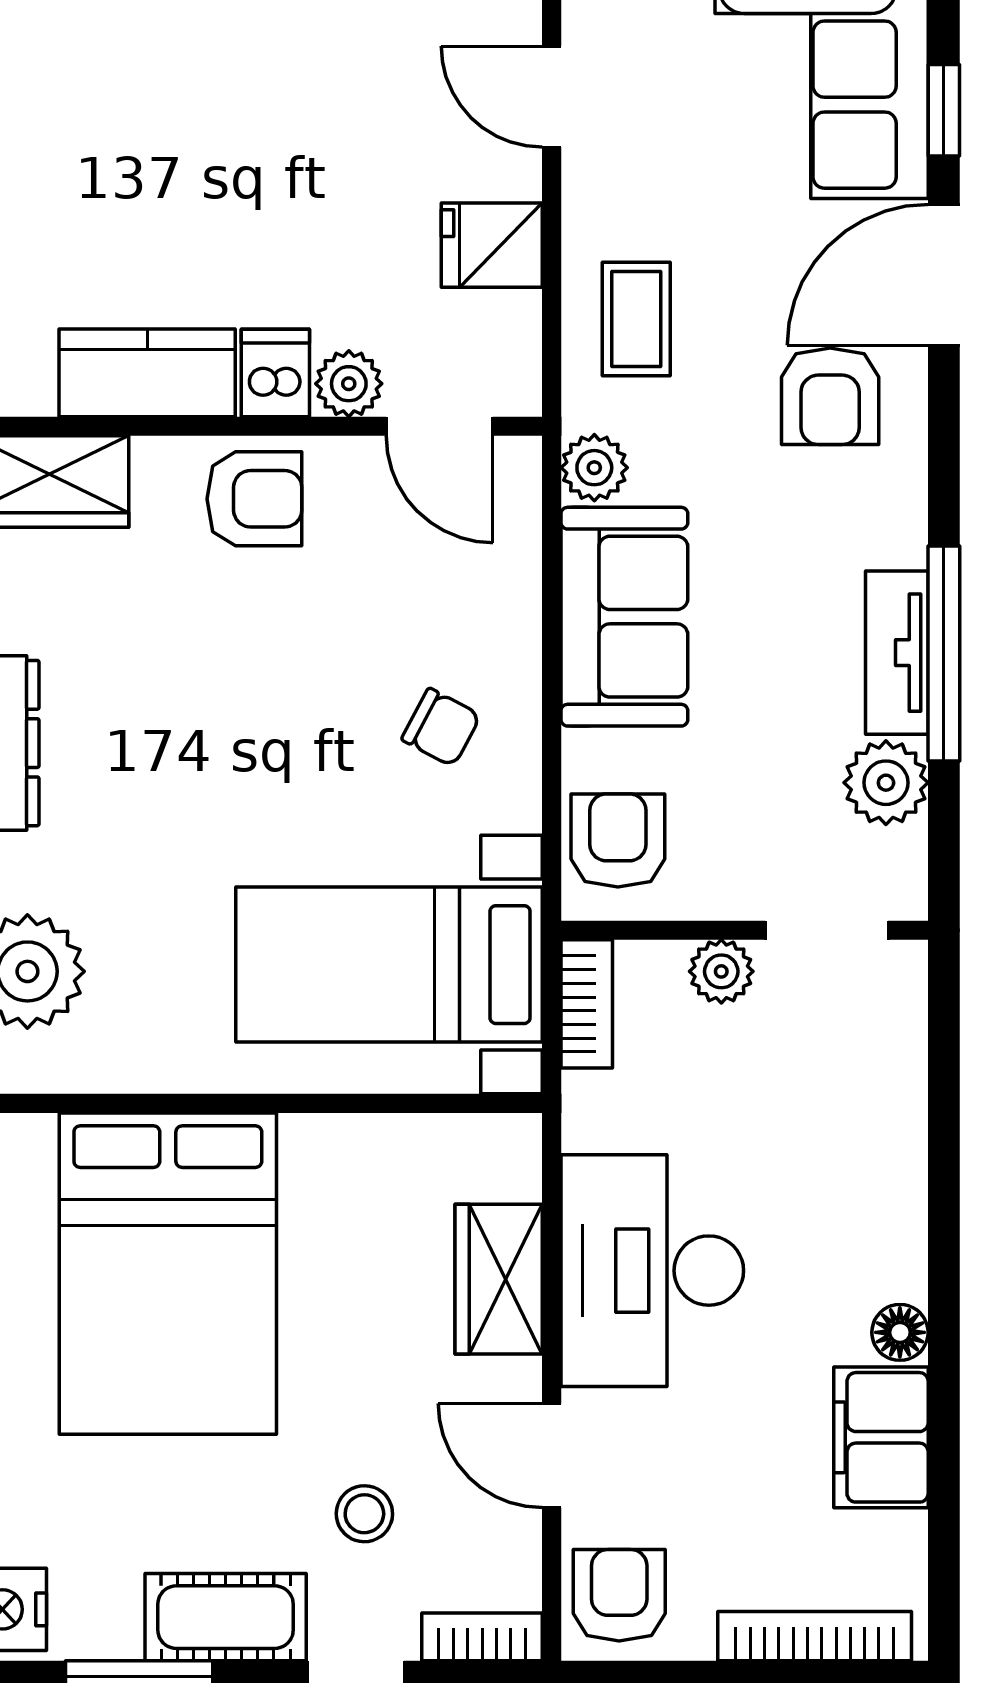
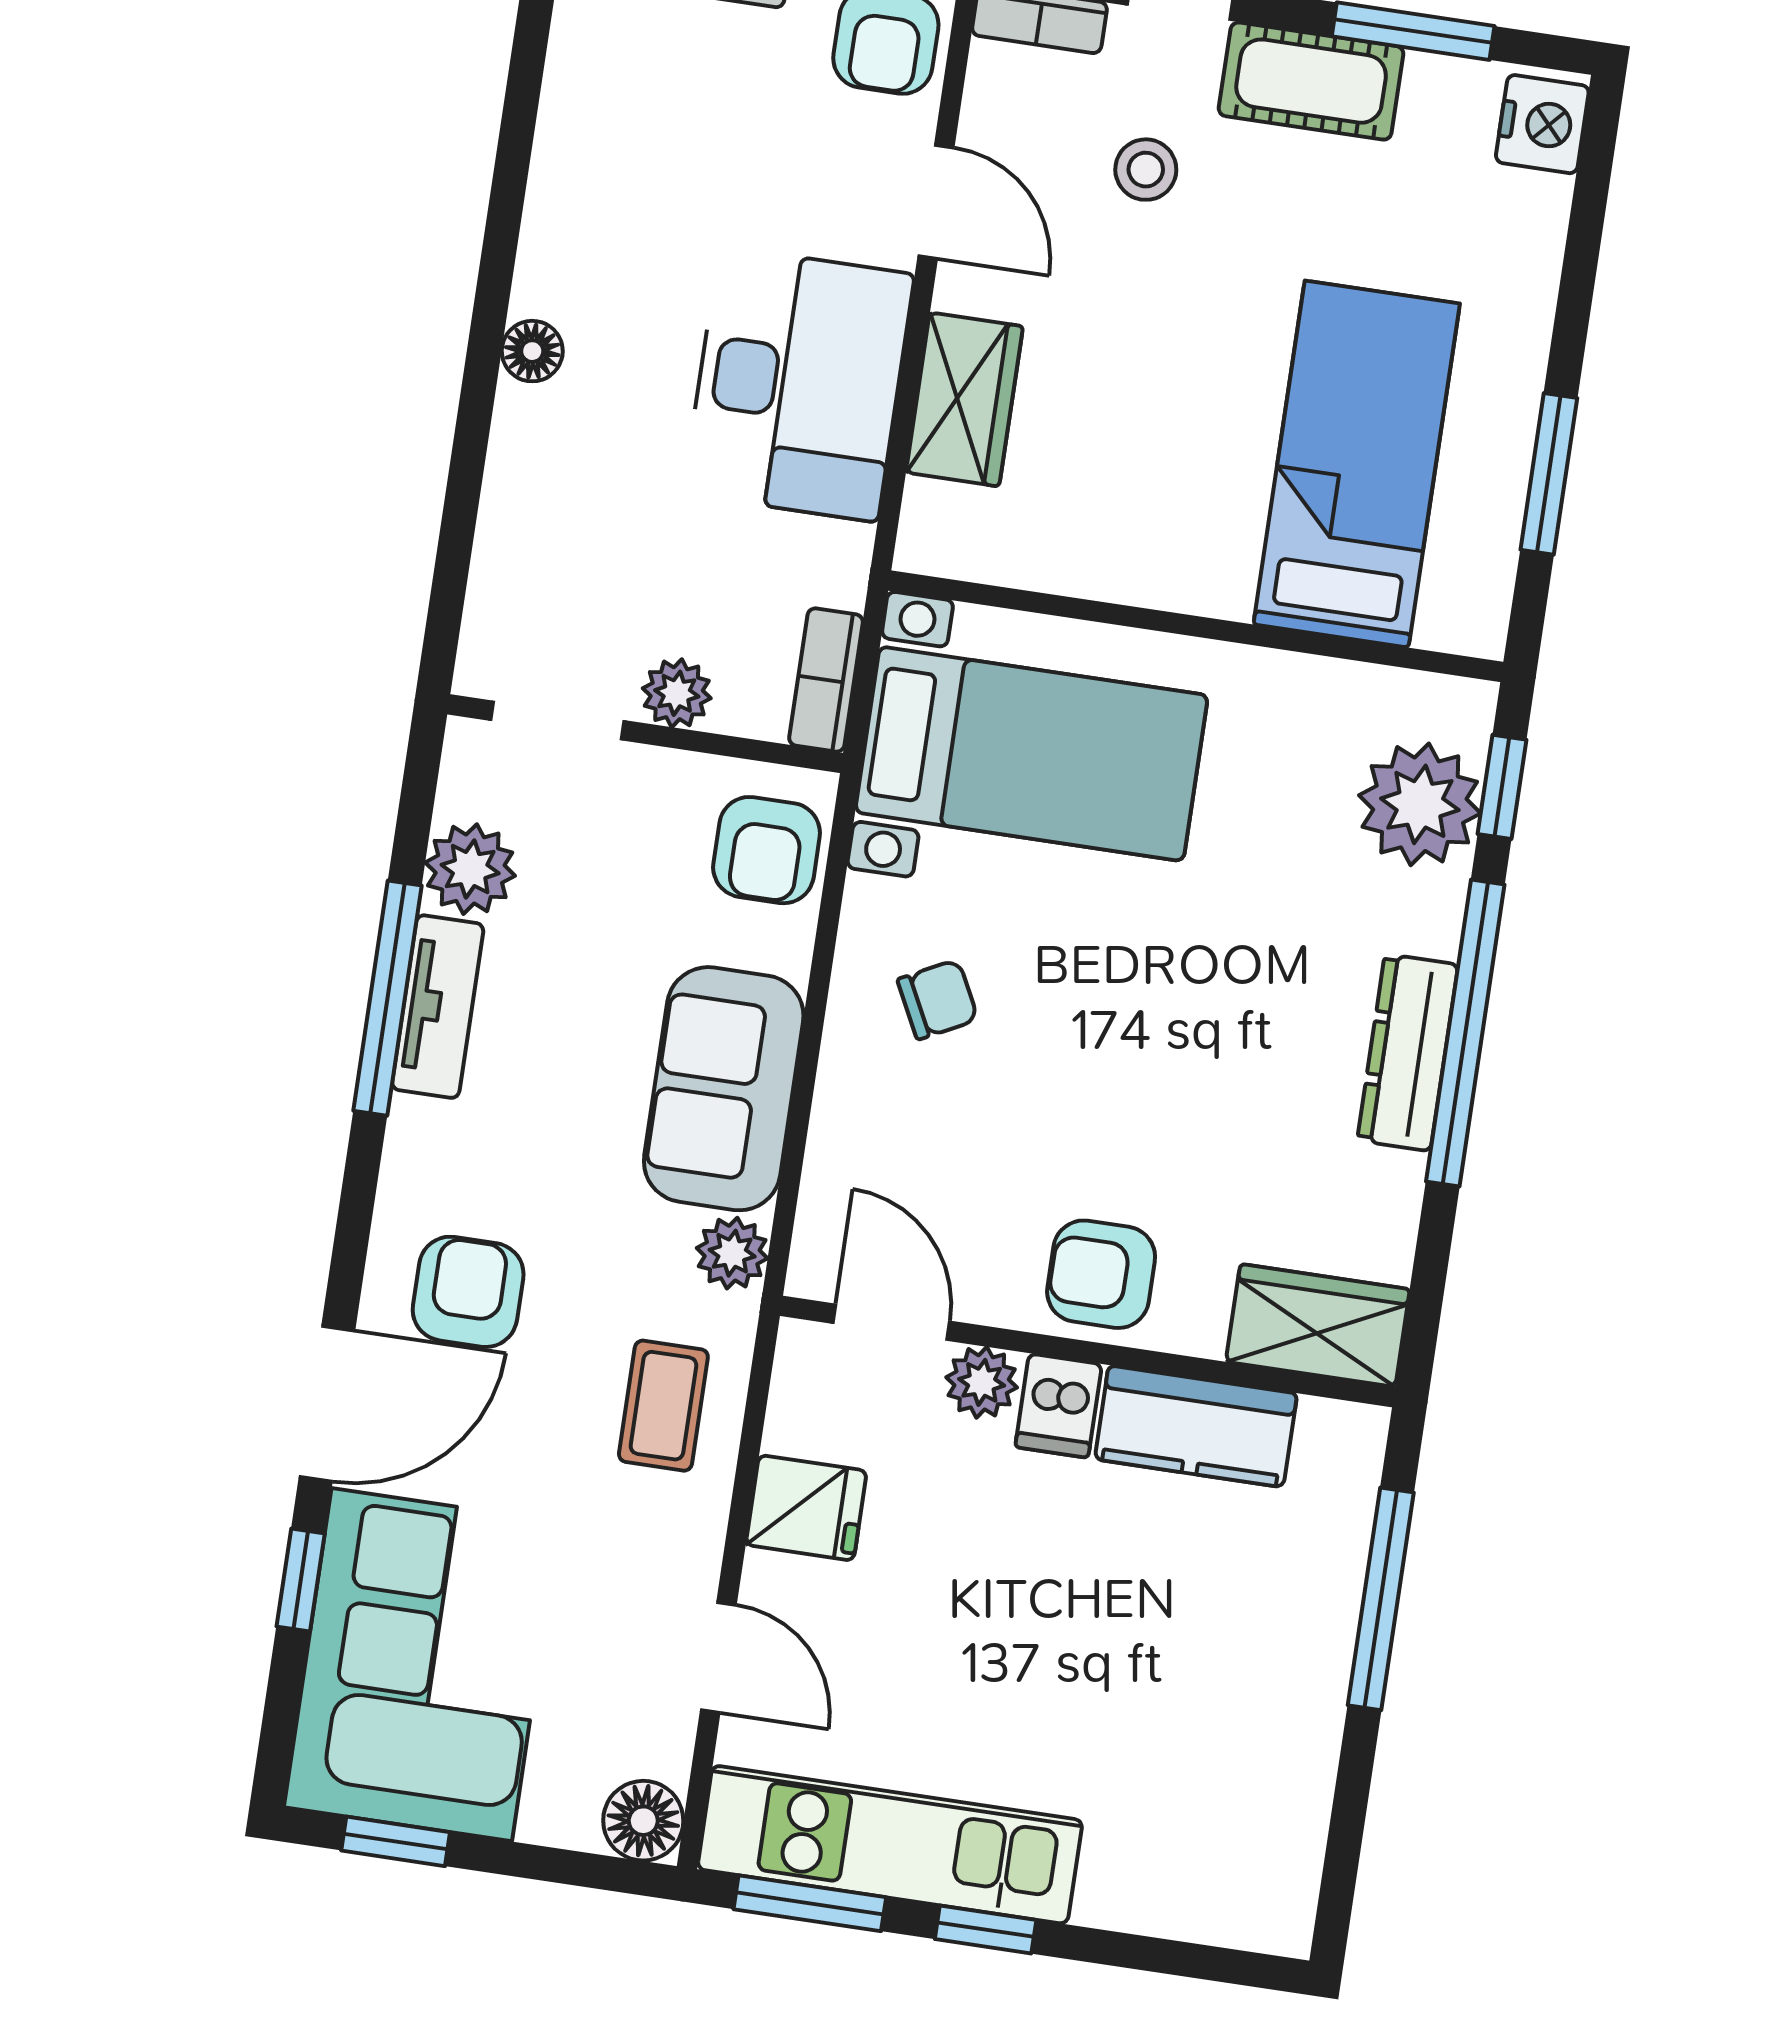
chair: (441, 727) -> (938, 1000), turned 125
bed: (168, 1274) -> (1357, 464), width x0.67
floor lamp: (900, 1332) -> (532, 351), moved
filing cabinet: (881, 1437) -> (580, 169), removed

